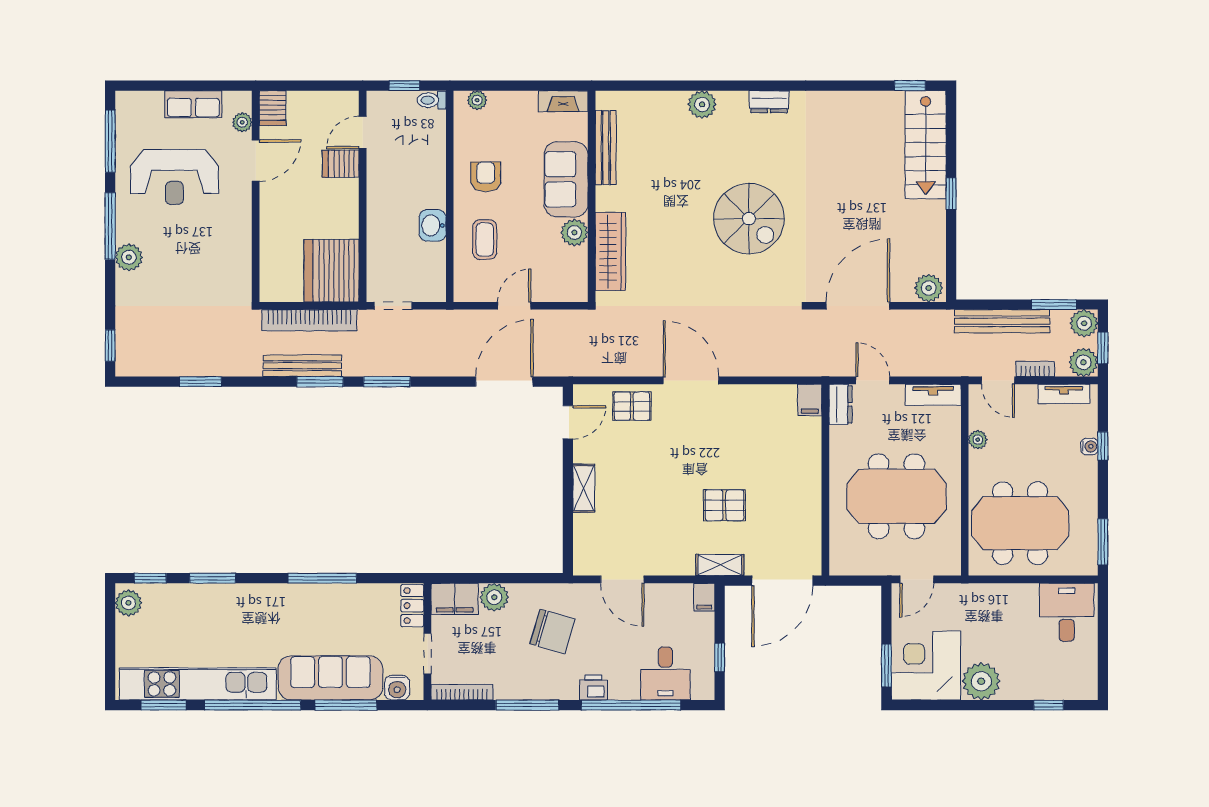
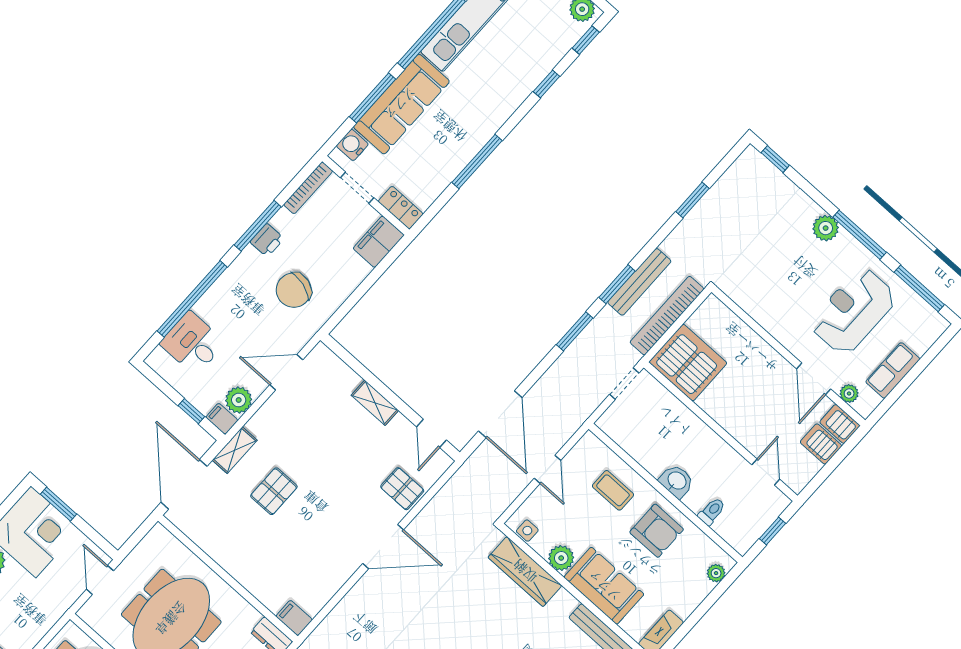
toilet: (432, 100) -> (712, 511), moved
server rack: (341, 164) -> (821, 444), moved, turned -90
armchair: (486, 177) -> (657, 531), width x1.38, depth x1.38
washbasin: (433, 225) -> (677, 481), moved
side table: (577, 278) -> (527, 531), added
pallet: (632, 406) -> (402, 489), turned 90
window: (213, 578) -> (546, 84), width x0.67
plant: (494, 597) -> (239, 400), moved
window: (720, 657) -> (191, 411), moved
printer: (593, 688) -> (267, 240), moved

